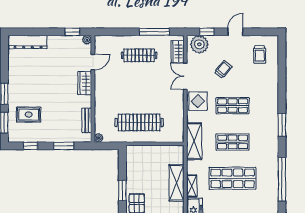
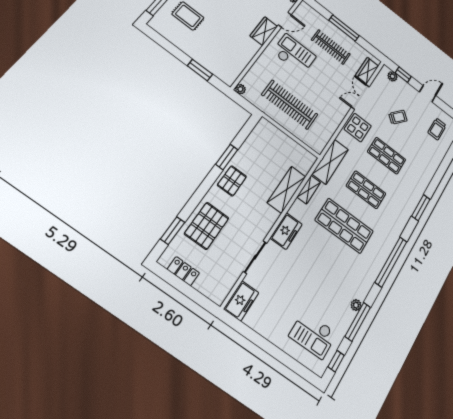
window: (154, 32) -> (344, 28), moved
plant: (199, 44) -> (392, 76), width x0.53, depth x0.53
checkout: (117, 83) -> (294, 54), added
bench: (87, 120) -> (241, 64), removed
window: (31, 146) -> (166, 45), removed
shelving: (192, 186) -> (309, 190), moved

